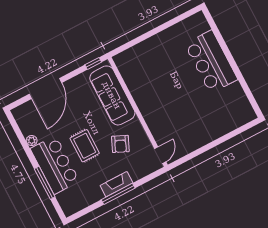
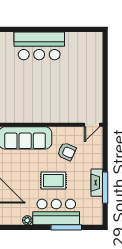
door: (160, 155) -> (92, 125), swing flipped
fireplace: (116, 184) -> (97, 183), moved
window: (118, 194) -> (105, 188), moved

